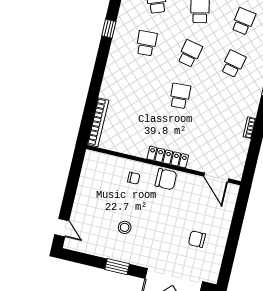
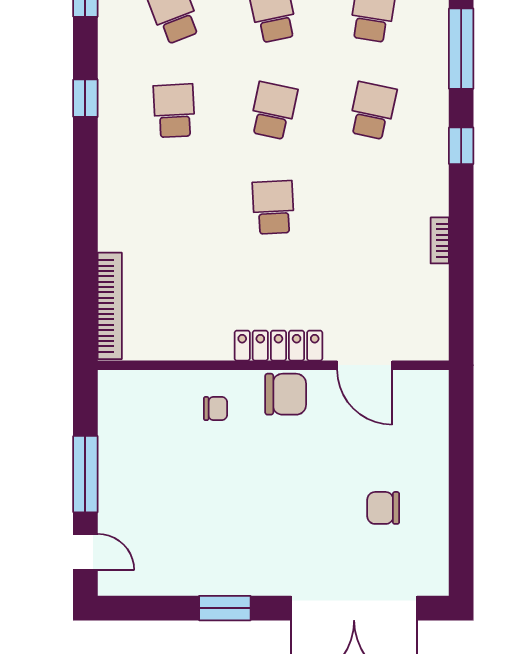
door: (216, 178) -> (365, 365), moved
window: (70, 193) -> (85, 474), added
stool: (125, 227) -> (221, 520), removed

